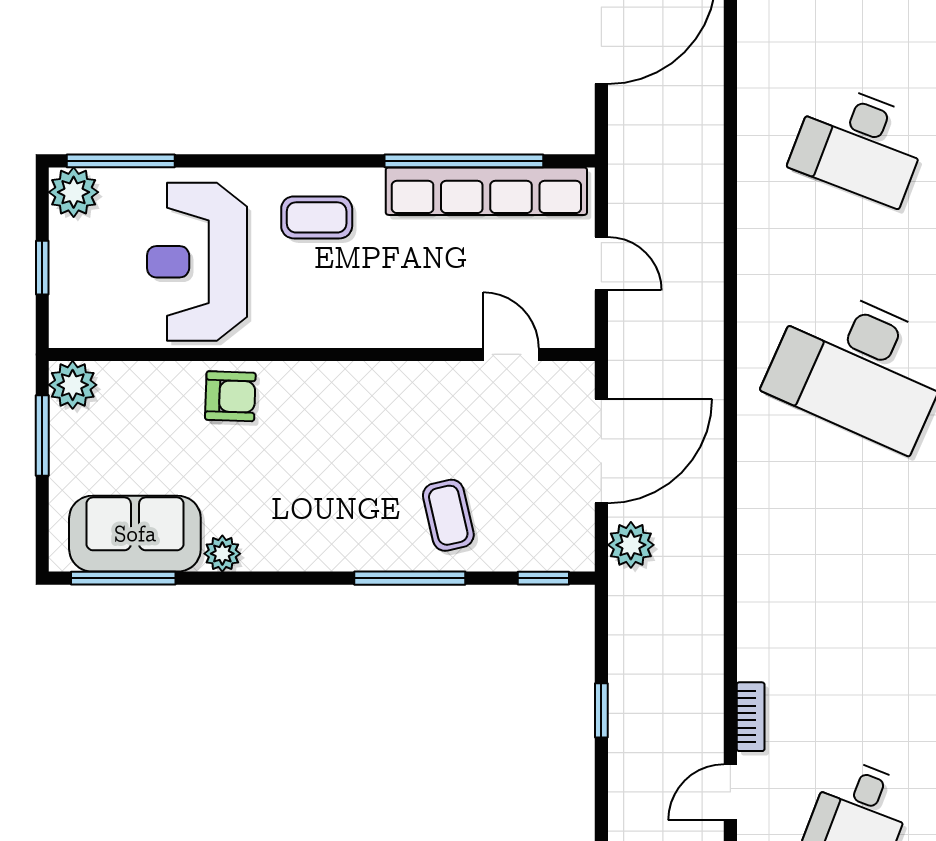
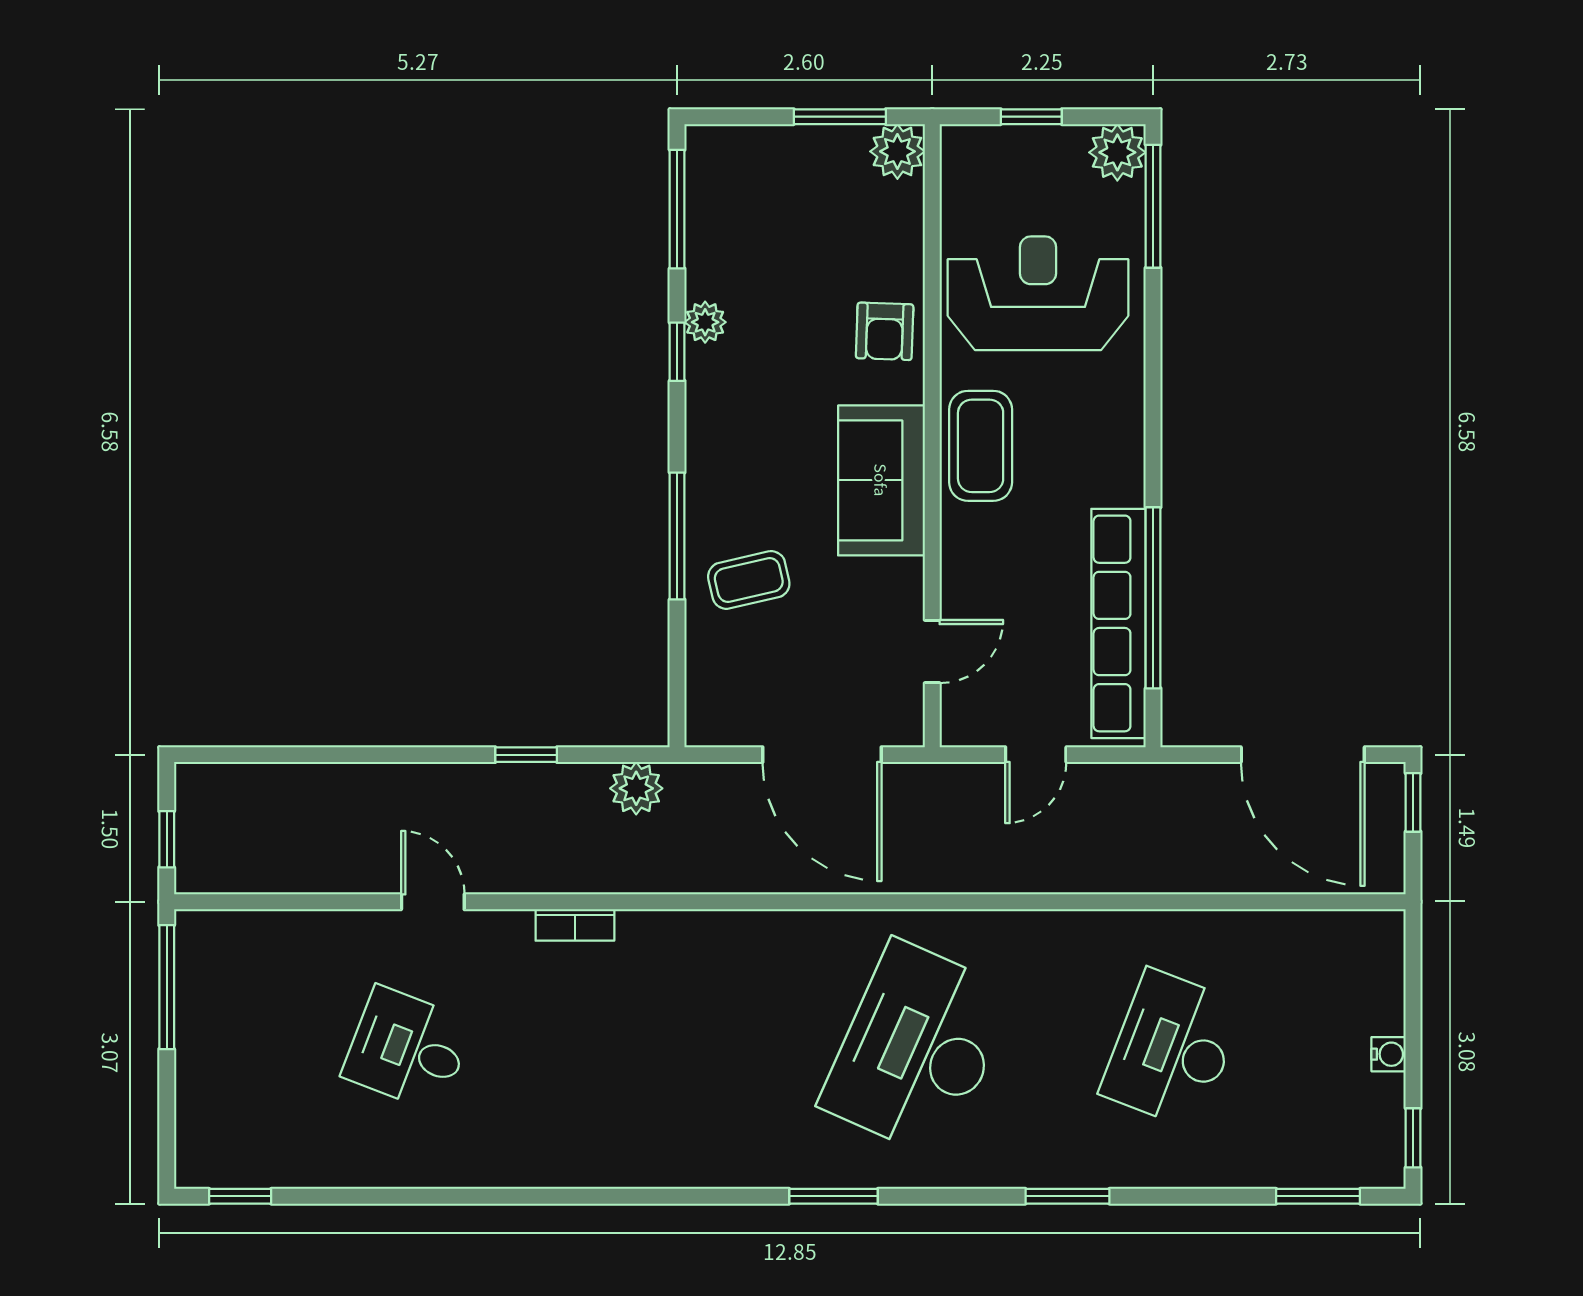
coffee table: (317, 217) -> (981, 446), moved, width x1.36, depth x1.30
sofa: (135, 534) -> (881, 480), moved, turned 180
plant: (631, 545) -> (636, 788), moved
window: (543, 578) -> (677, 352), moved
bookcase: (751, 717) -> (575, 925), moved

